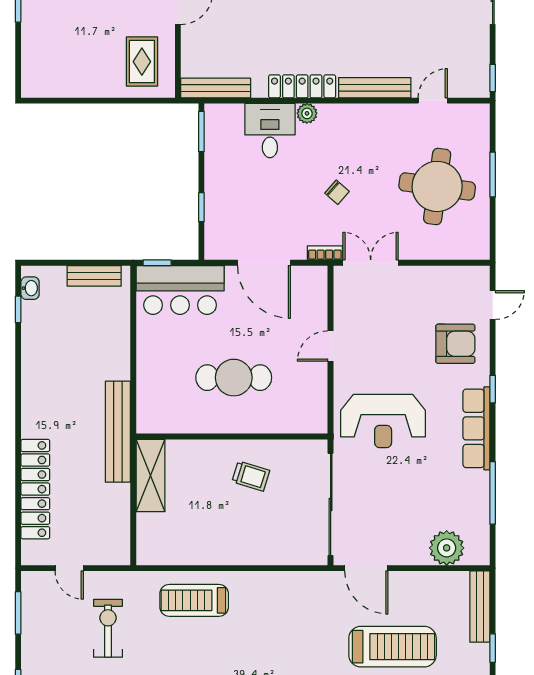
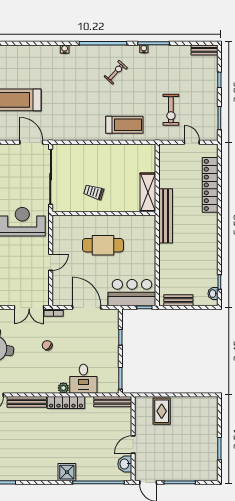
rug: (142, 62) -> (162, 411), moved

